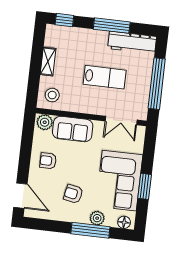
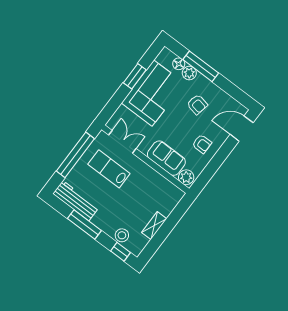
lab bench: (105, 77) -> (109, 169), moved
stool: (52, 95) -> (122, 235), moved
door: (20, 196) -> (242, 129), hinge flipped
floor lamp: (124, 222) -> (179, 64), moved

